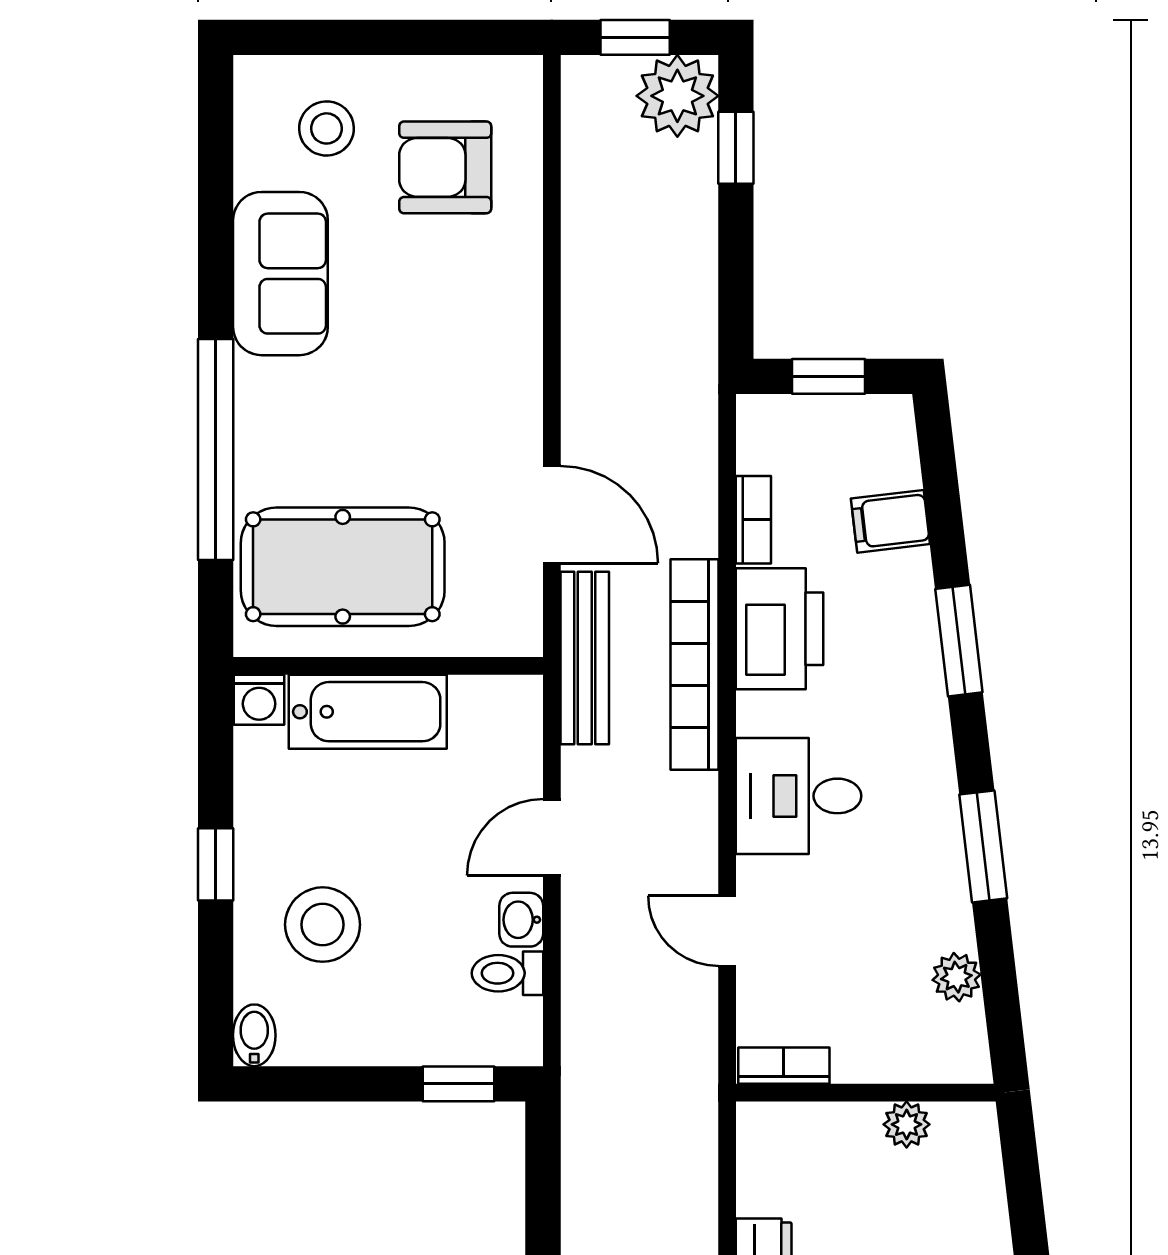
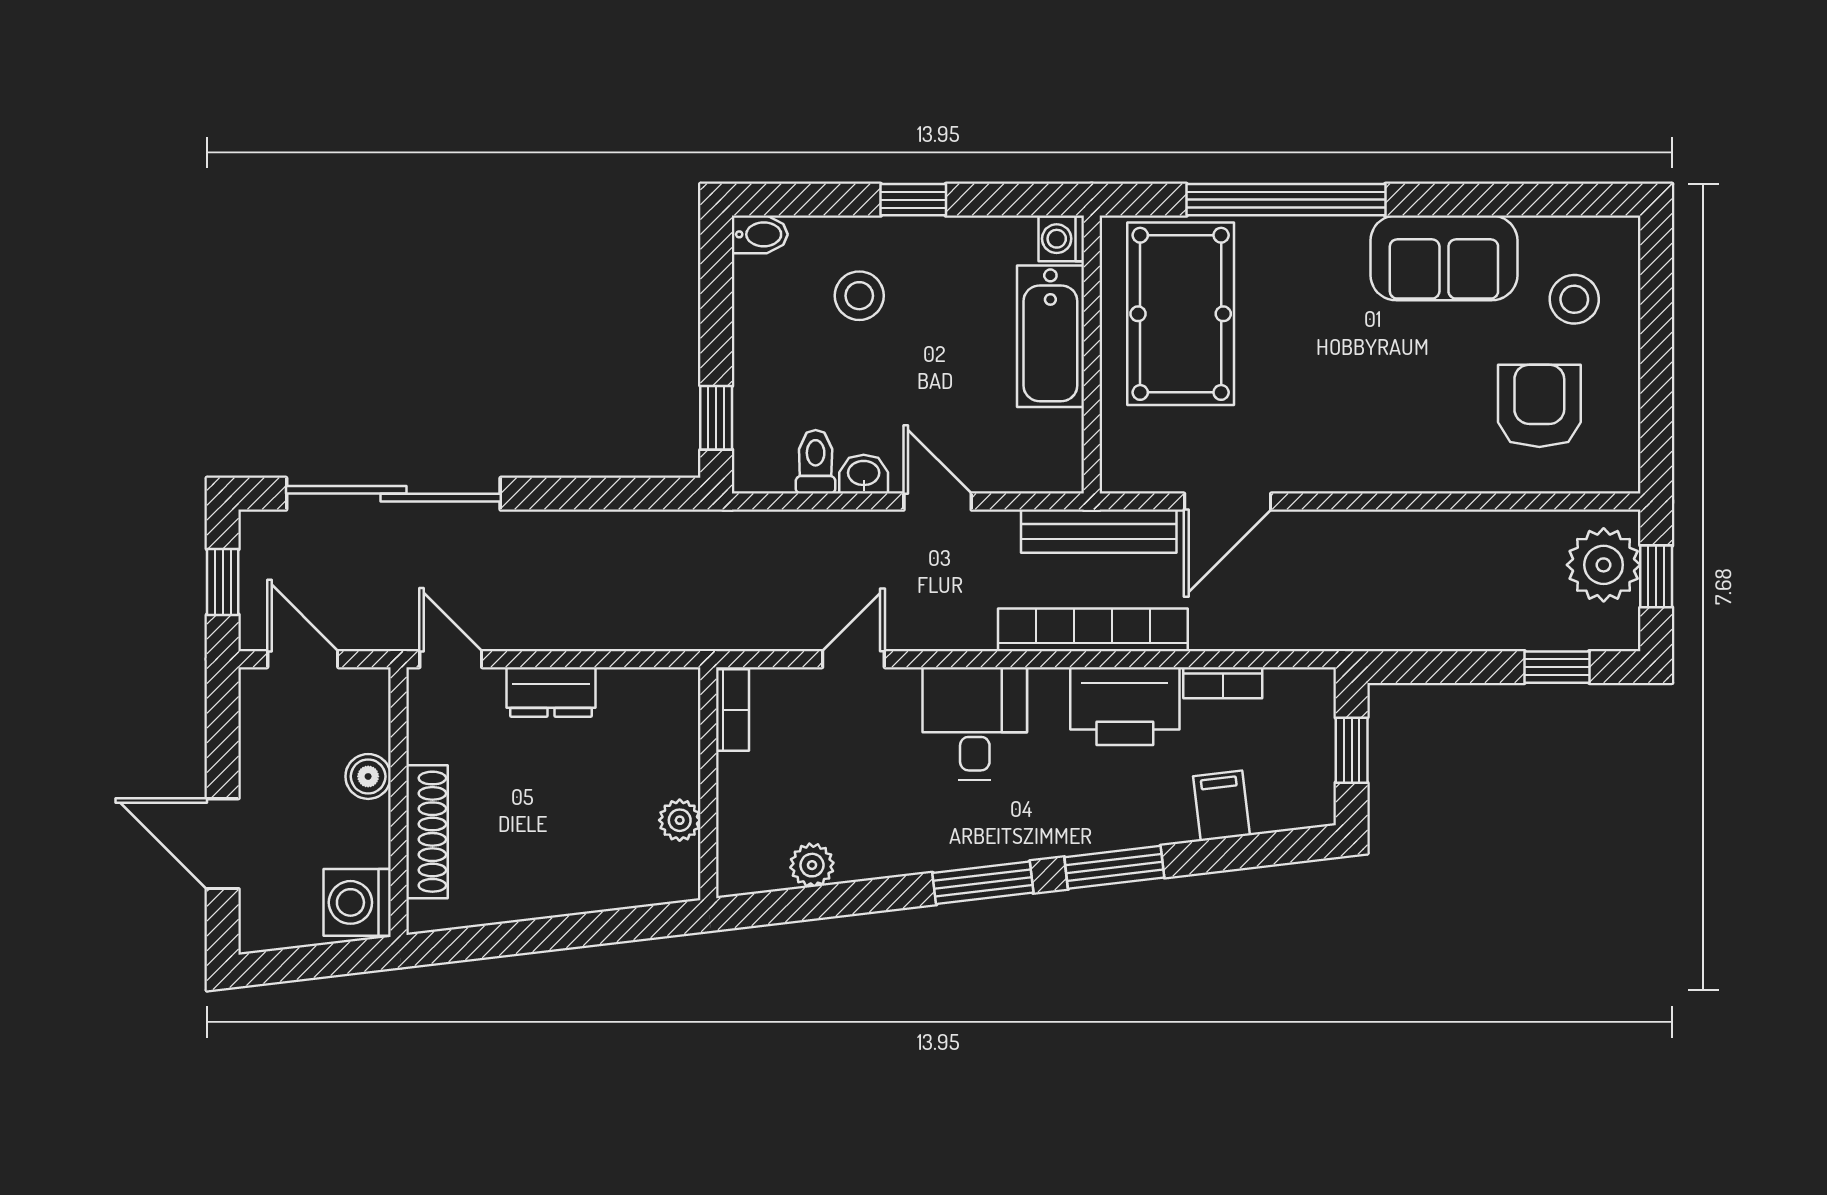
plant: (677, 96) -> (1604, 565), moved
window: (983, 846) -> (983, 883), moved
stool: (323, 925) -> (859, 296), width x0.73, depth x0.73

